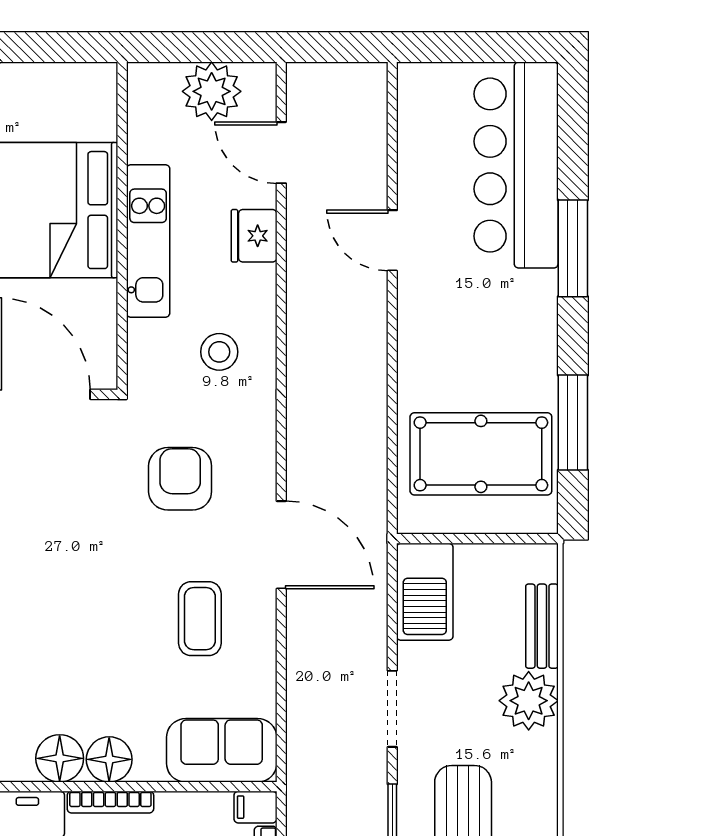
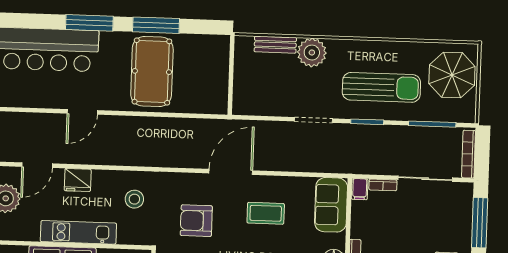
window: (573, 423) -> (156, 25), moved
pool table: (481, 454) -> (152, 71), moved
barbecue: (425, 592) -> (256, 102), removed

